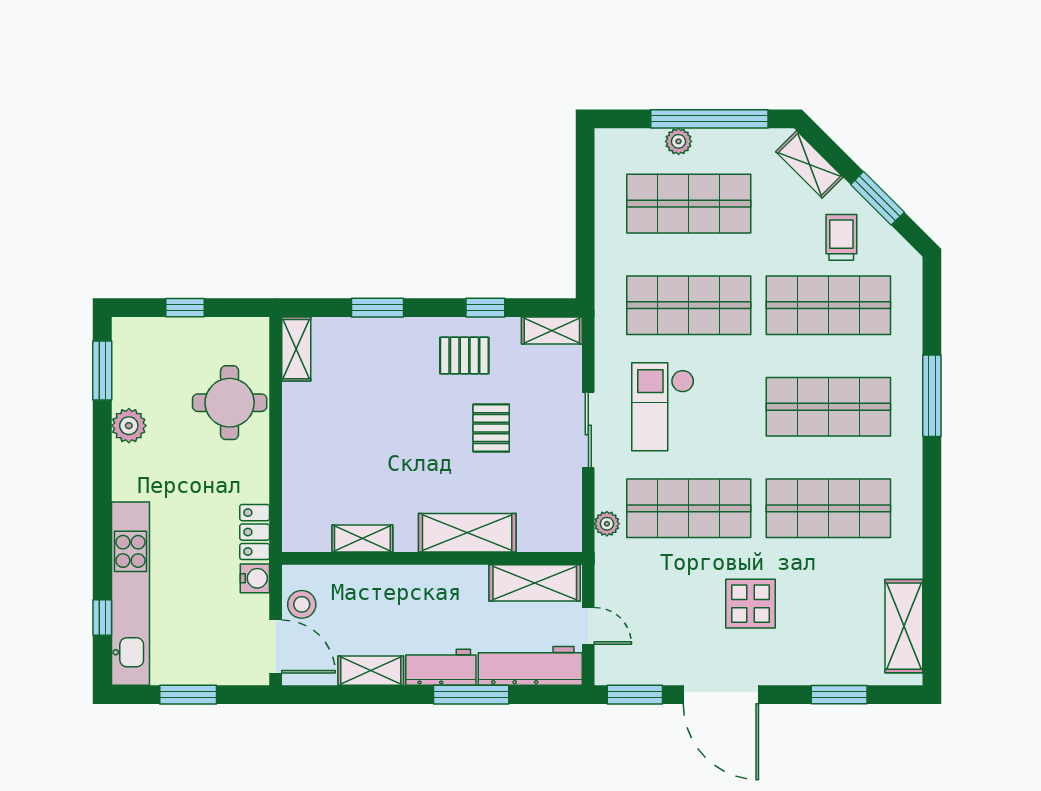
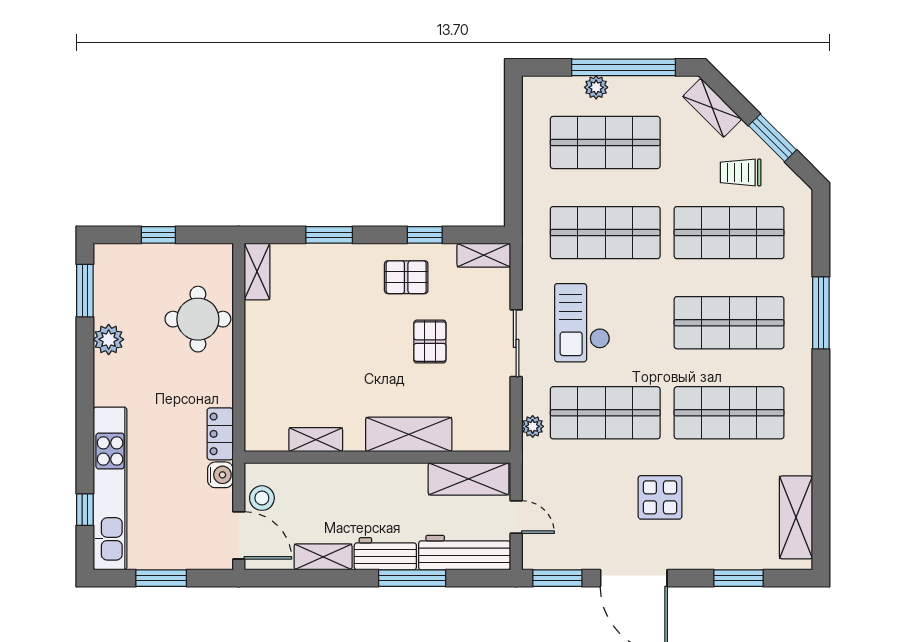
trolley: (841, 237) -> (741, 172), turned -90

